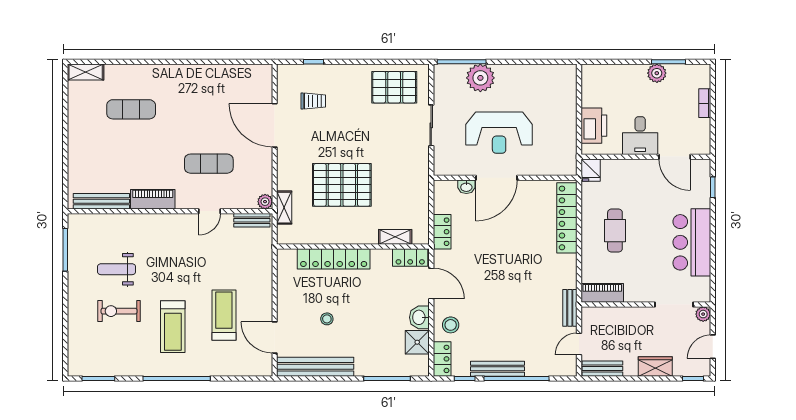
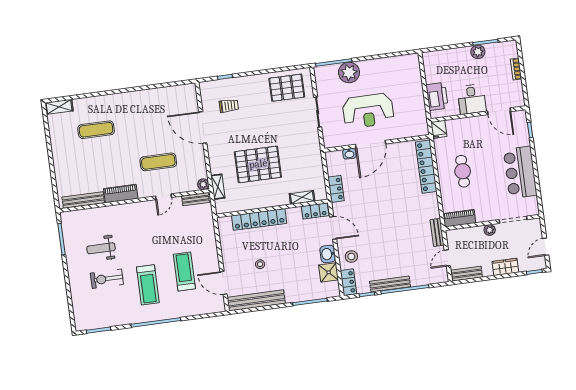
plant: (703, 314) -> (490, 230), moved

